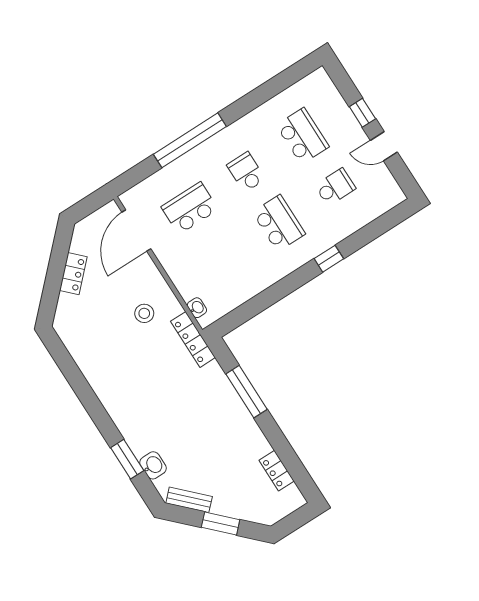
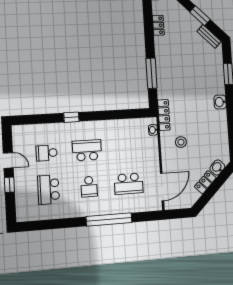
school desk: (279, 223) -> (87, 150), turned 90
washbasin: (67, 306) -> (217, 167), added
washbasin: (153, 465) -> (220, 102), moved

